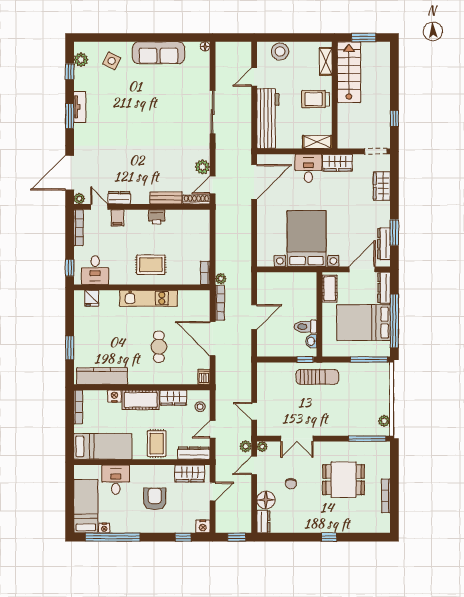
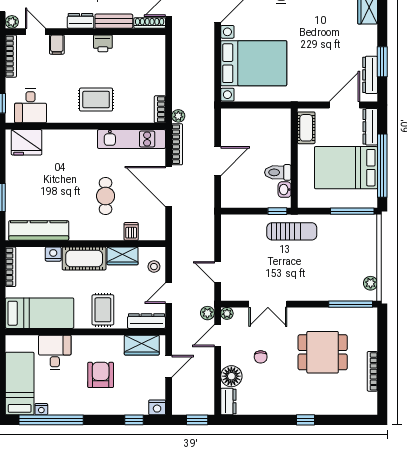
dresser: (119, 198) -> (81, 21), moved
bed with nightstands: (307, 239) -> (254, 63), moved, turned 90
fridge: (92, 298) -> (27, 142), width x1.88, depth x1.34
kitchen unit: (149, 298) -> (132, 139), moved
dishwasher: (204, 377) -> (131, 231), moved

